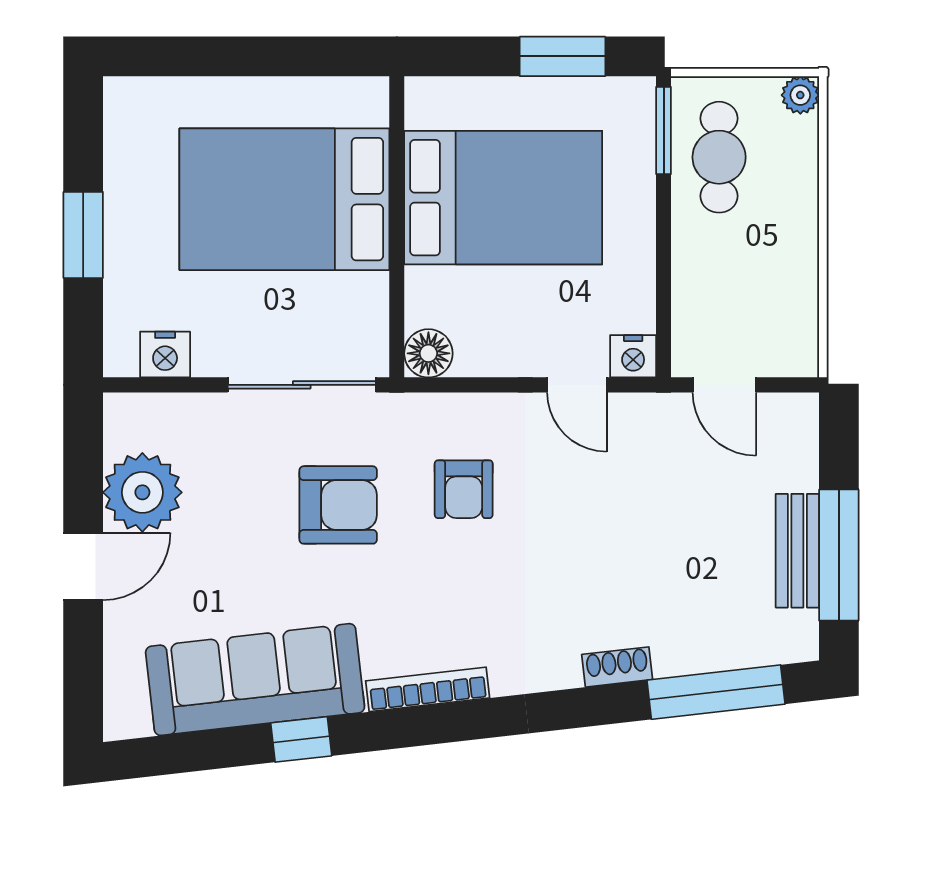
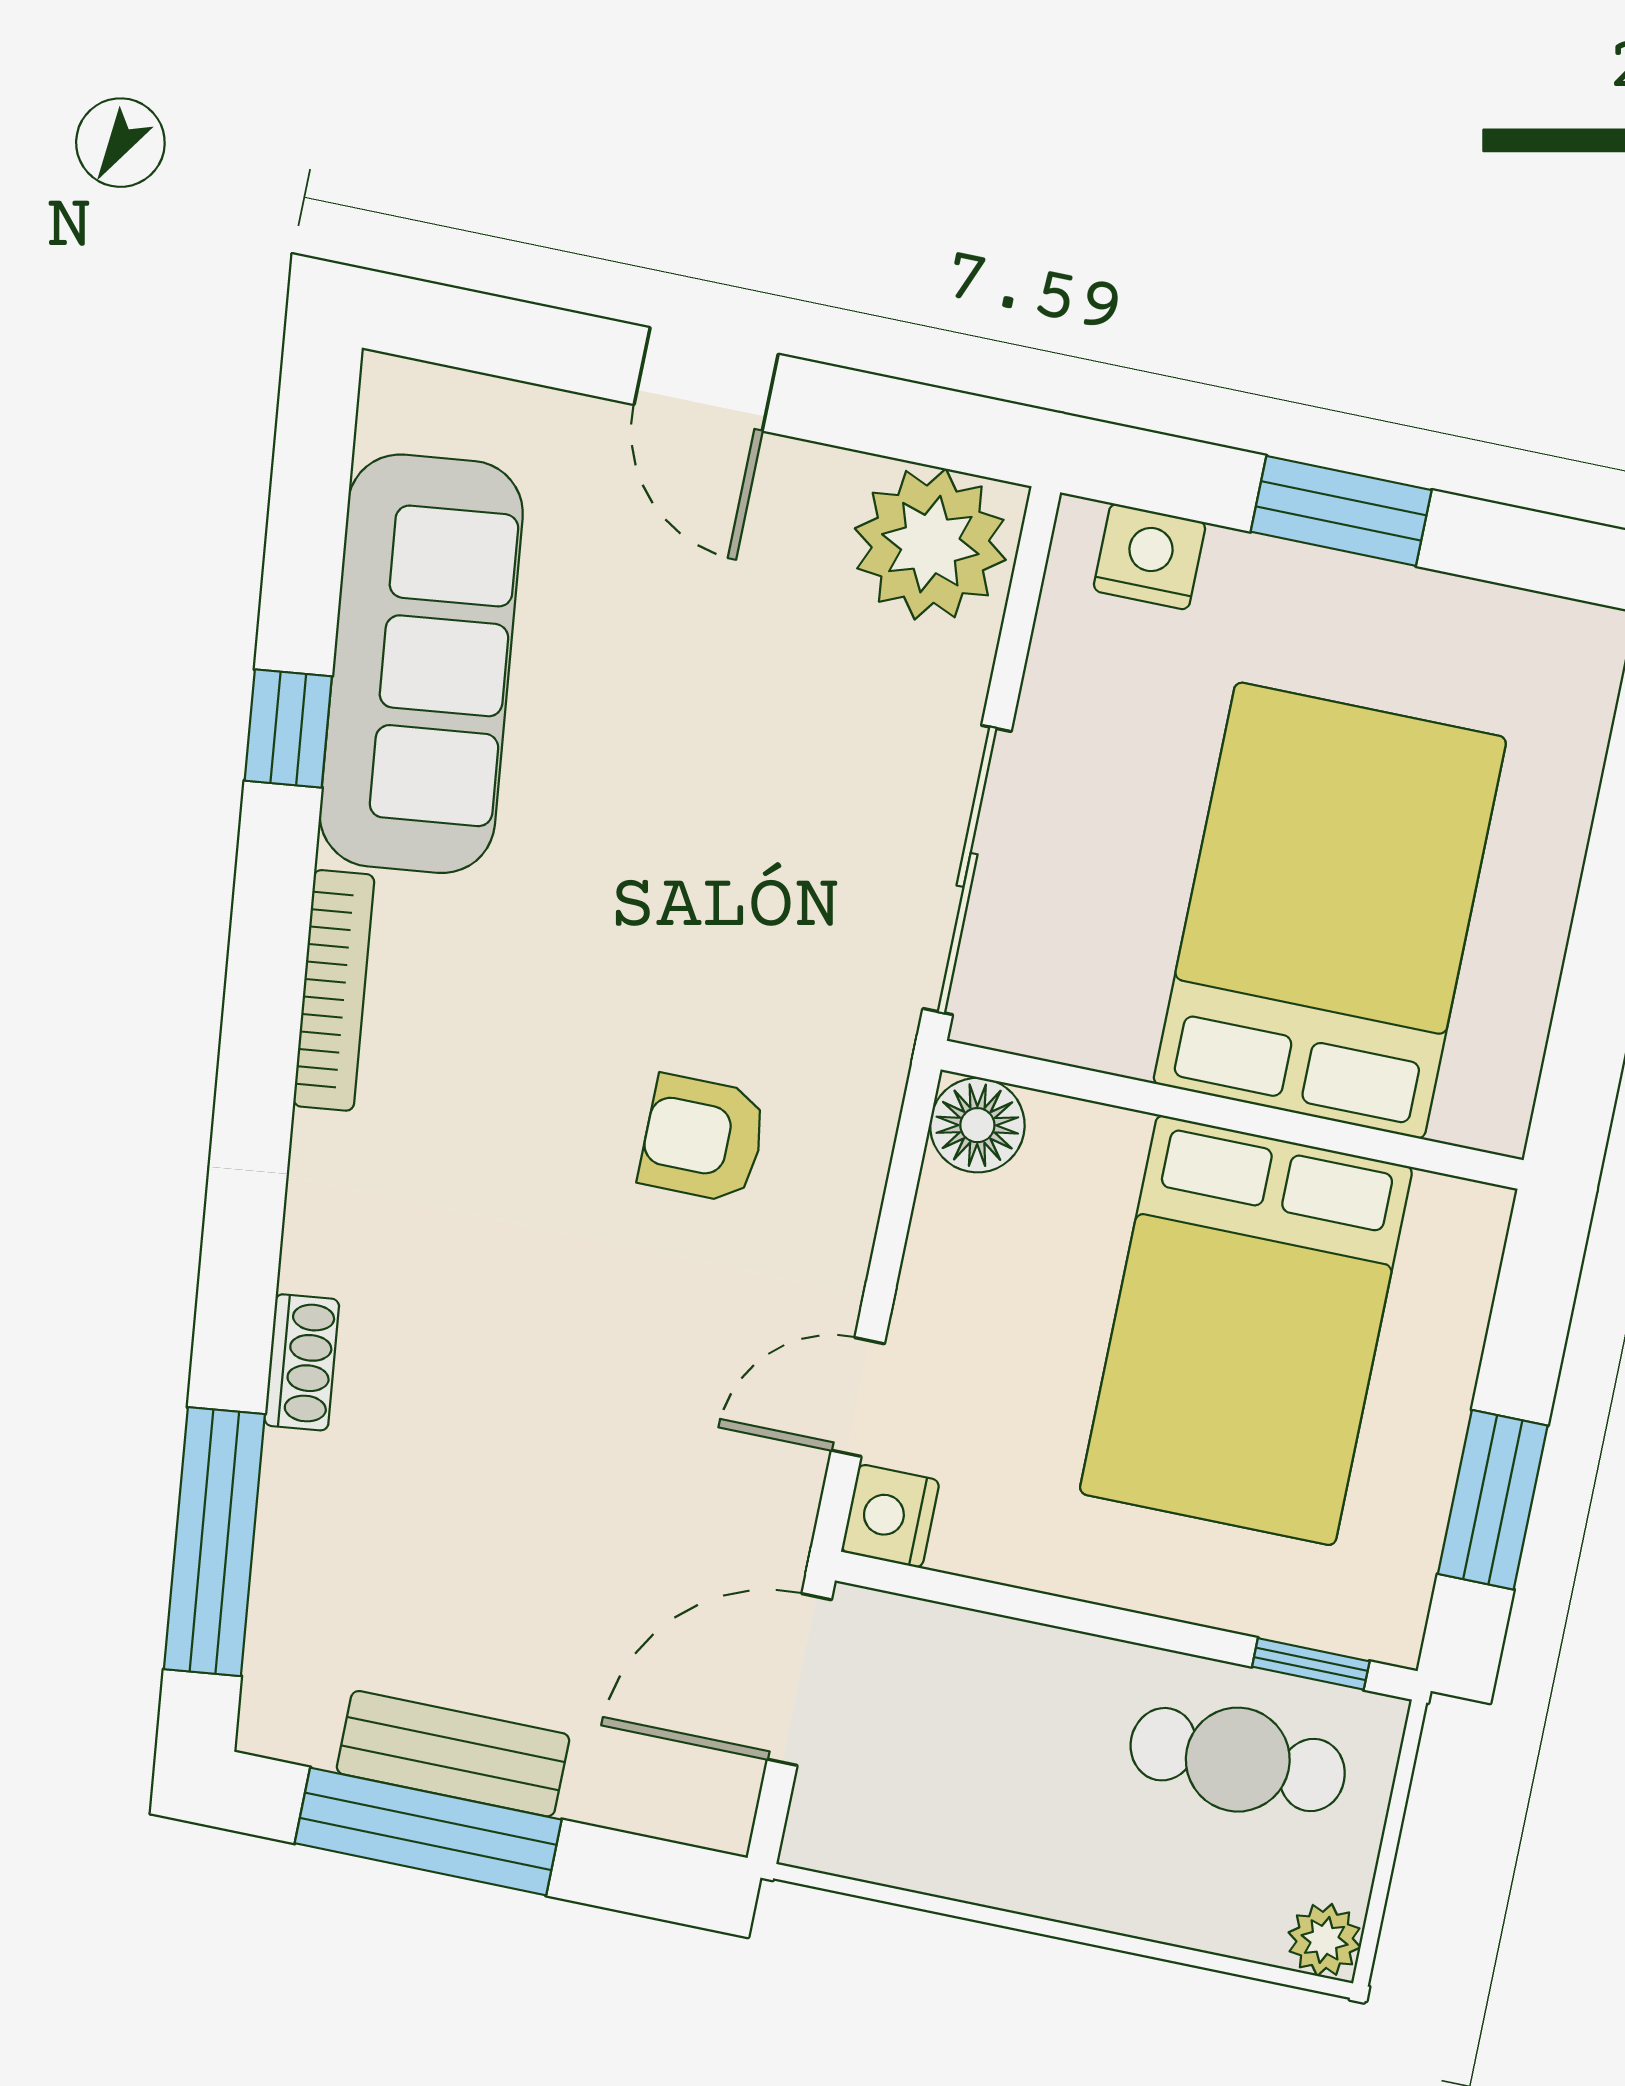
window: (664, 131) -> (1311, 1664), width x0.67
nightstand: (165, 355) -> (1150, 557), moved, turned 90
door: (724, 385) -> (799, 1680), width x1.38
plant: (142, 492) -> (930, 544), moved
armchair: (338, 505) -> (723, 892), removed

